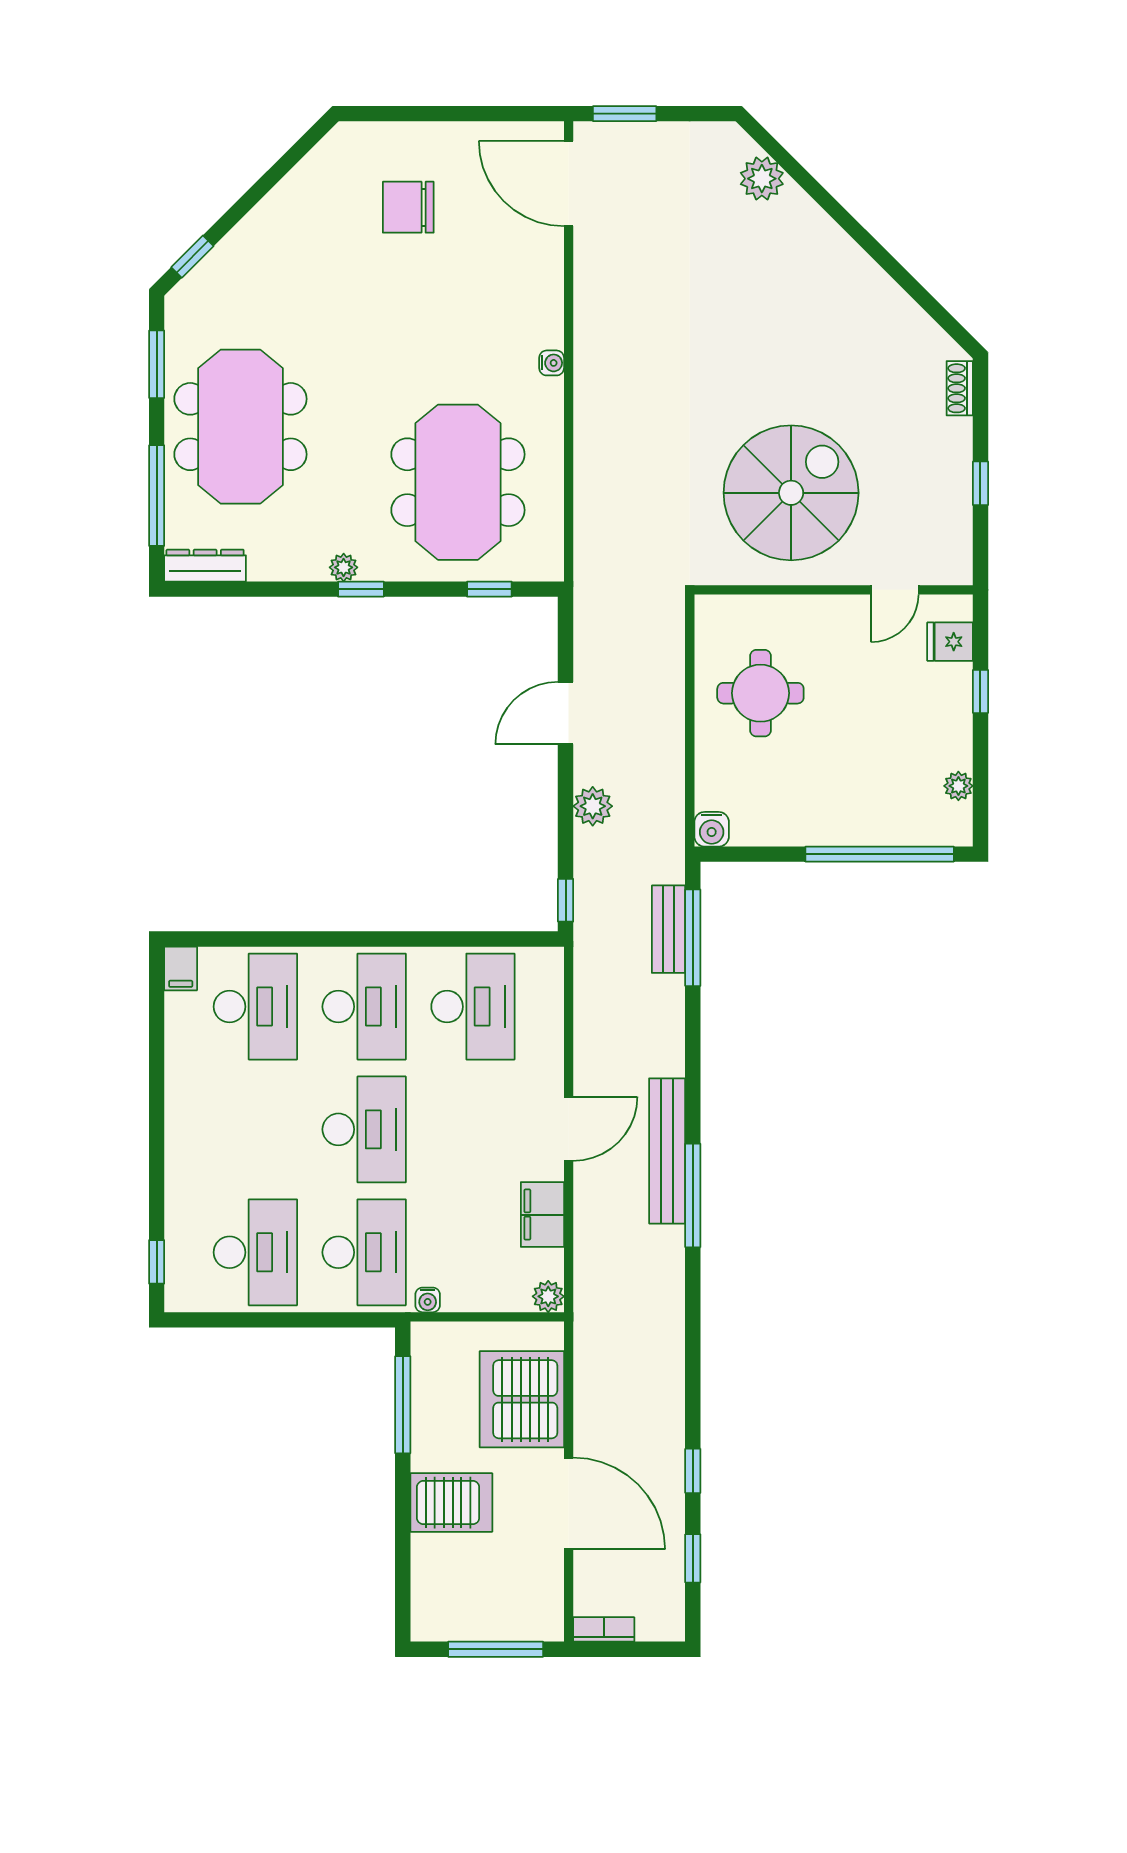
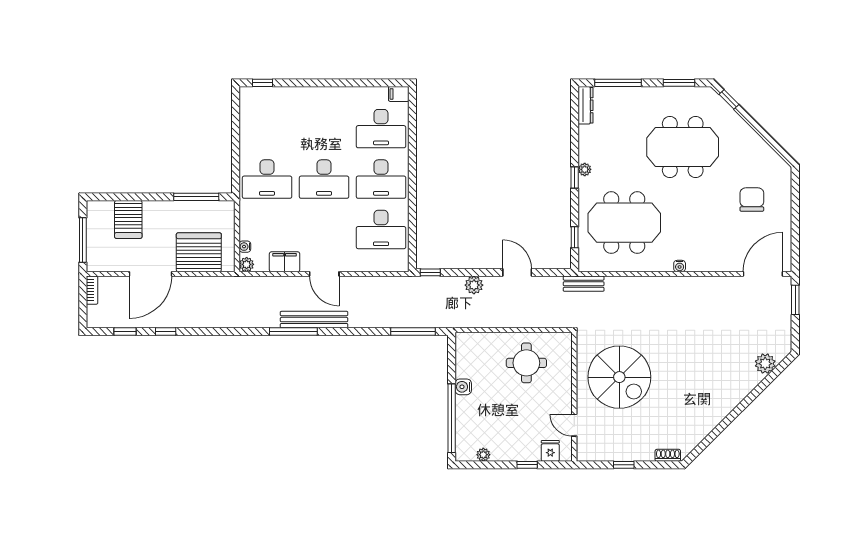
meeting table: (240, 427) -> (683, 147), moved
water cooler: (712, 829) -> (463, 387), moved
bench: (668, 929) -> (584, 284), moved
desk: (255, 1252) -> (267, 129), removed
water cooler: (428, 1300) -> (245, 247), moved
server rack: (451, 1503) -> (128, 219), moved

